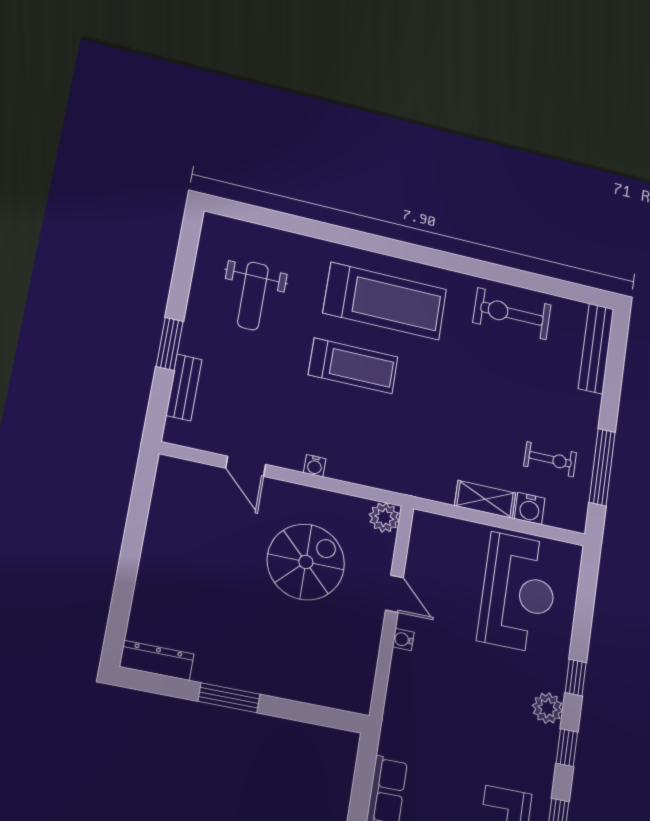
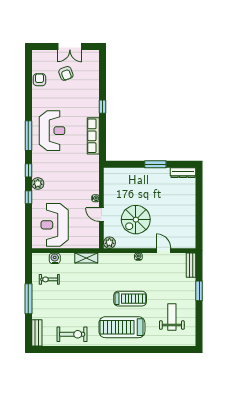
bench: (596, 349) -> (37, 333), width x0.73
treadmill: (353, 366) -> (130, 299), turned 180
bench: (184, 387) -> (191, 265), moved
window: (602, 467) -> (28, 299), moved
shelving: (485, 499) -> (86, 258), moved

